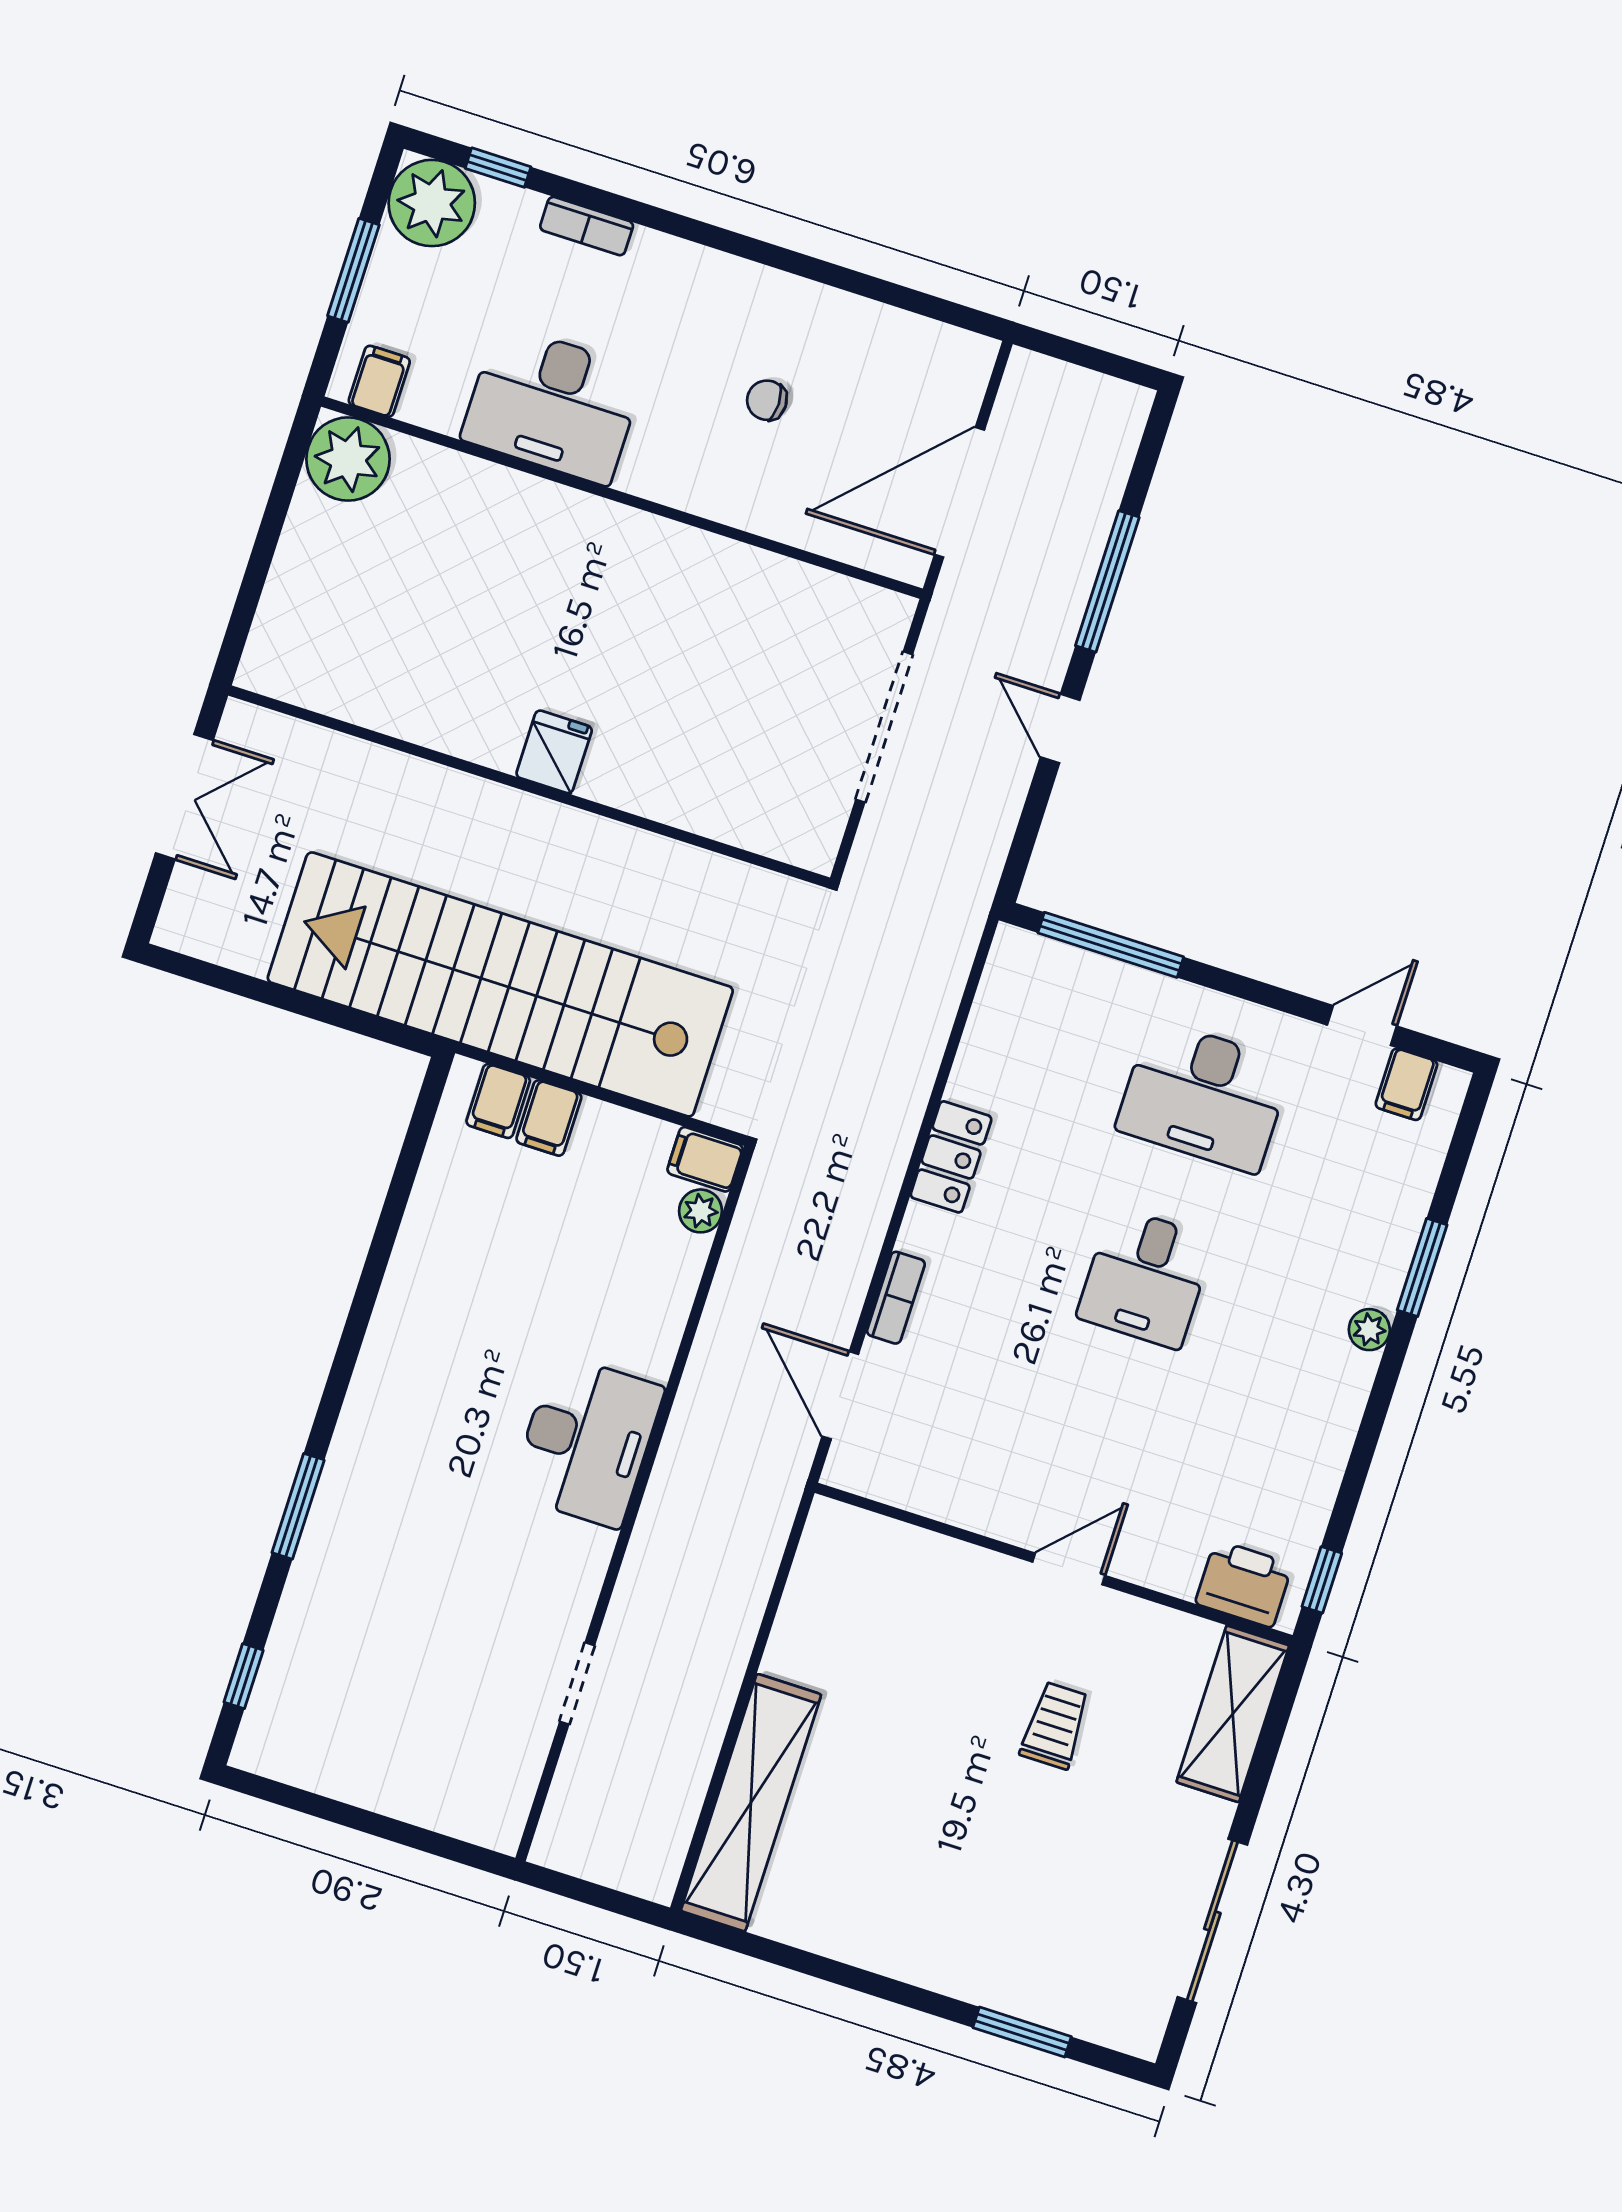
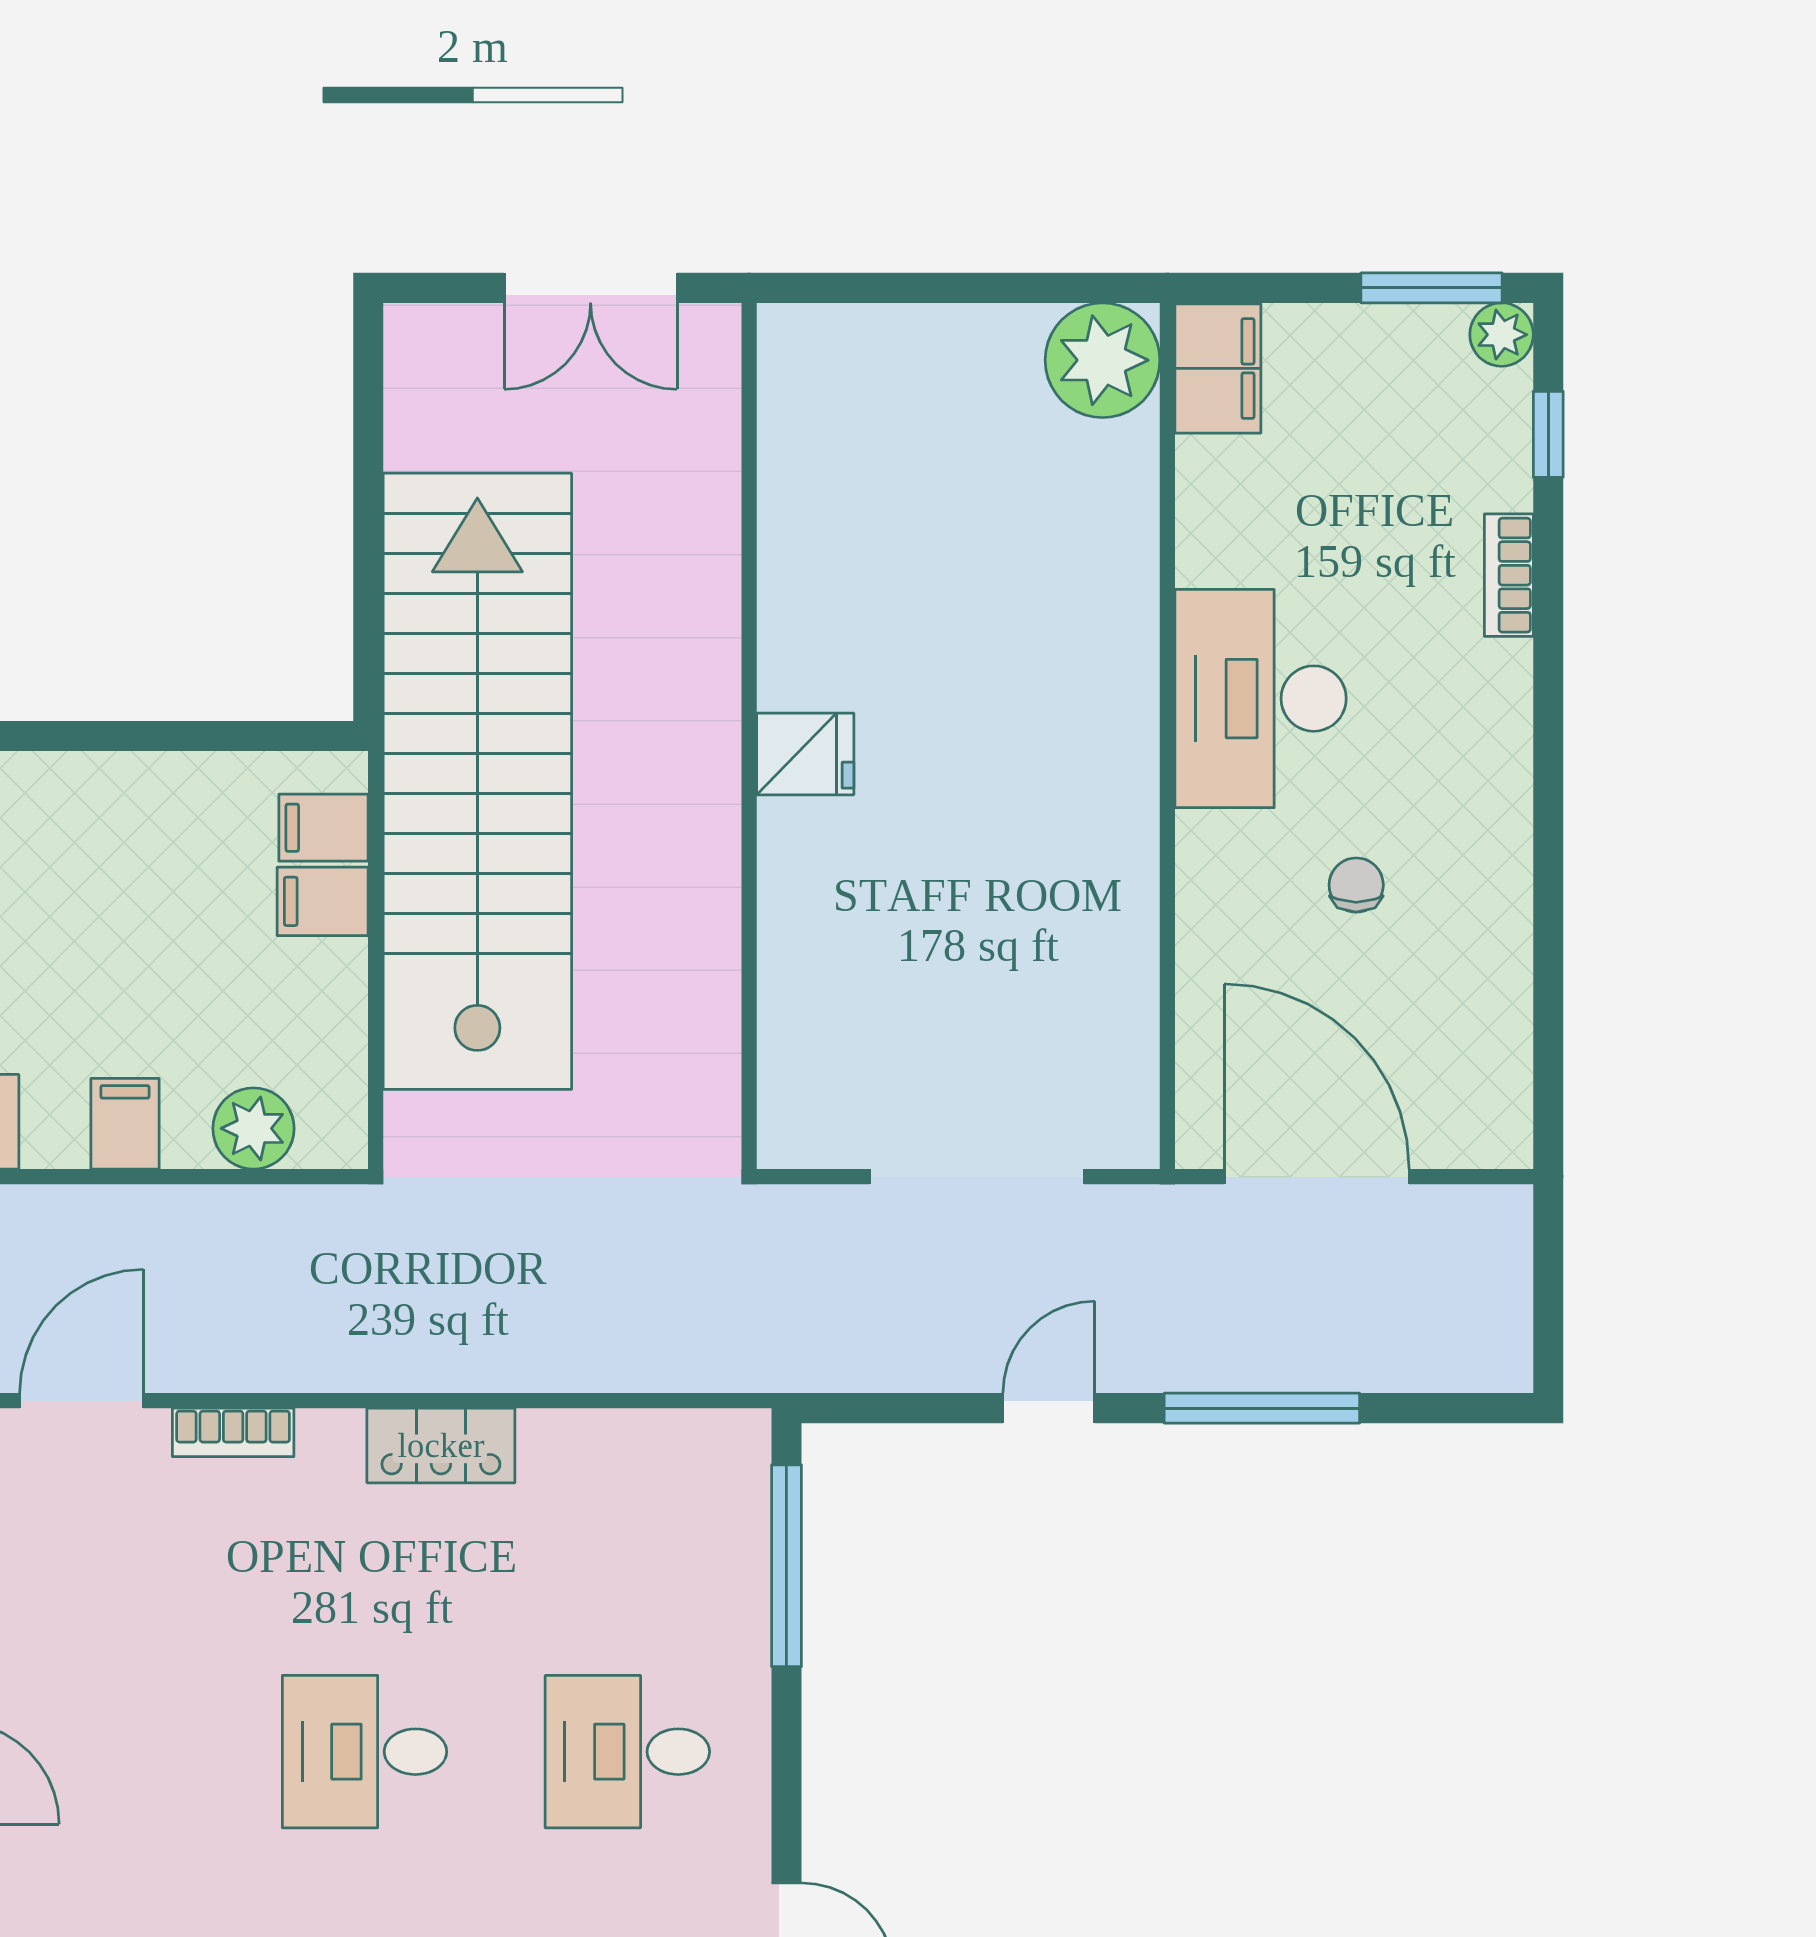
plant: (432, 203) -> (1502, 335), width x0.53, depth x0.53
window: (353, 270) -> (1432, 288), moved
filing cabinet: (379, 381) -> (1218, 368), width x2.00
desk: (553, 404) -> (1261, 699), moved
desk: (1204, 1096) -> (627, 1752), width x0.73
filing cabinet: (705, 1159) -> (125, 1124), moved
plant: (701, 1211) -> (253, 1128), width x1.38, depth x1.38

